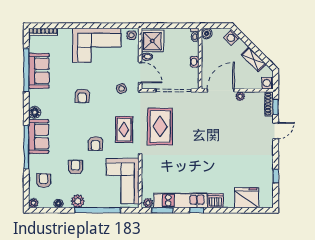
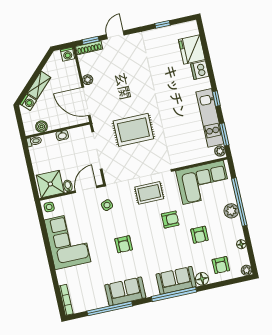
boiler: (207, 33) -> (42, 127), moved
shelving: (254, 59) -> (39, 85), moved
sofa: (39, 71) -> (125, 291), moved
armchair: (82, 96) -> (124, 244), turned 90
floor lamp: (35, 112) -> (202, 279), moved
rug: (160, 127) -> (133, 130), moved
door: (276, 131) -> (115, 35), hinge flipped
window: (26, 147) -> (174, 294), moved
armchair: (76, 167) -> (199, 235), turned -90
armchair: (44, 181) -> (221, 265), turned -90
plant: (78, 201) -> (231, 211), moved
dishwasher: (216, 201) -> (200, 70), moved

